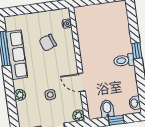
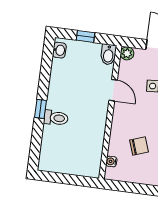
toilet: (124, 60) -> (56, 118), moved
bidet: (107, 109) -> (108, 54), moved

